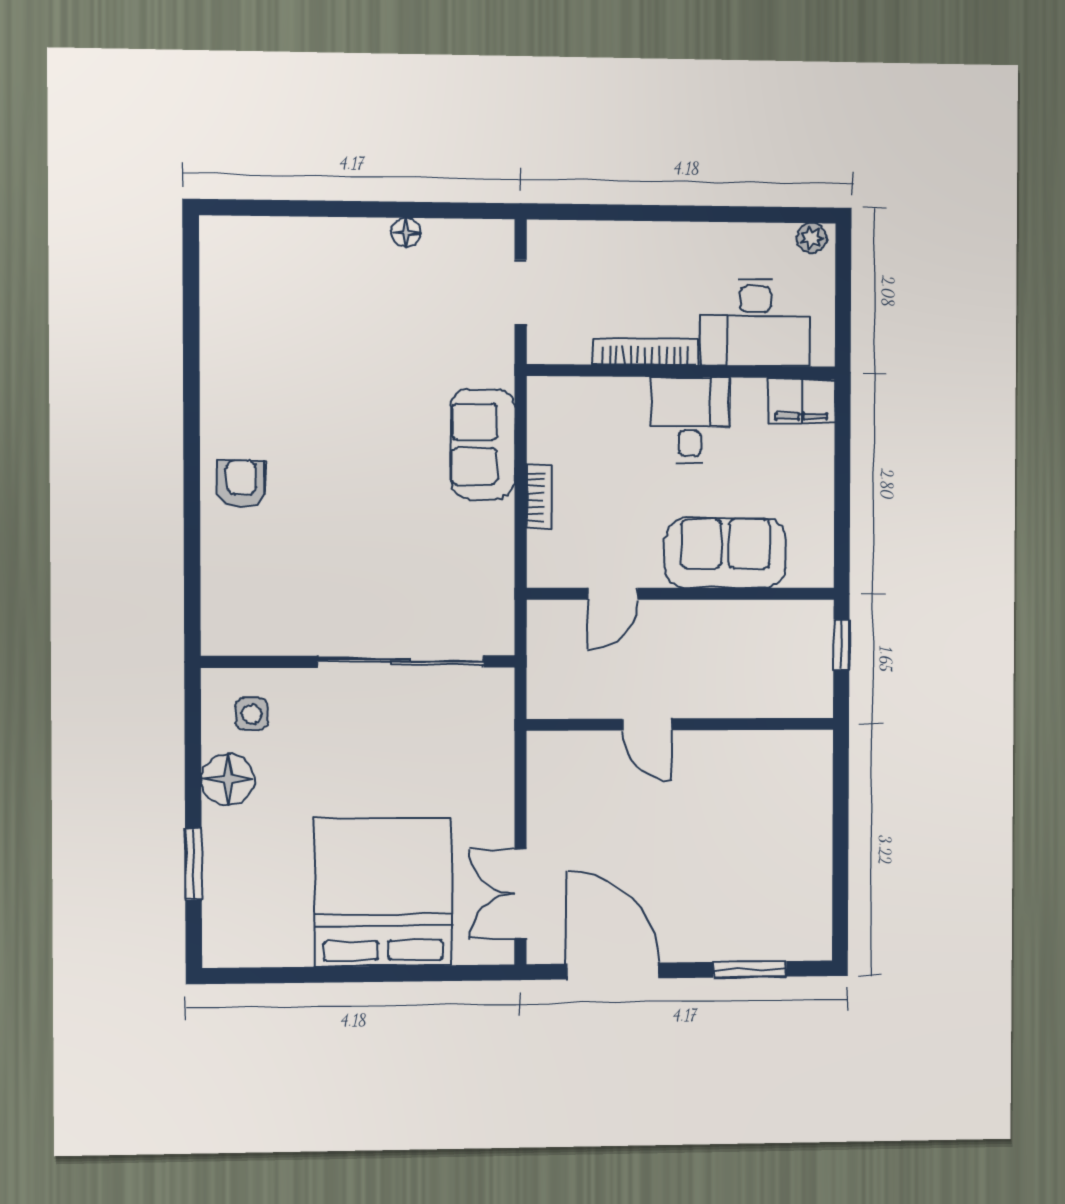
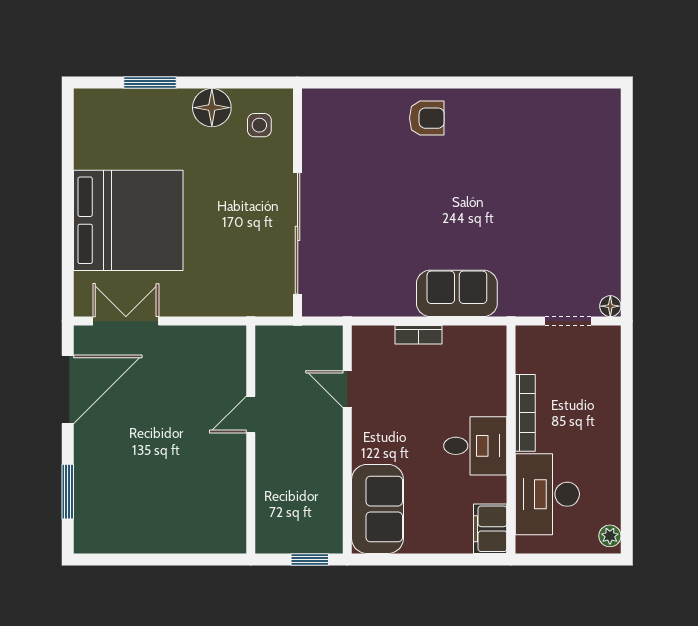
floor lamp: (406, 232) -> (610, 306), moved
sofa: (725, 553) -> (377, 509), moved

